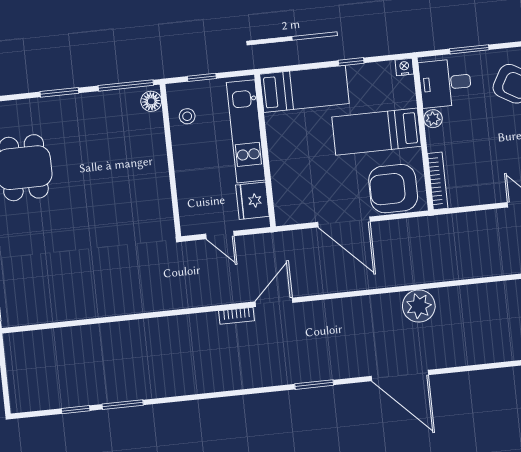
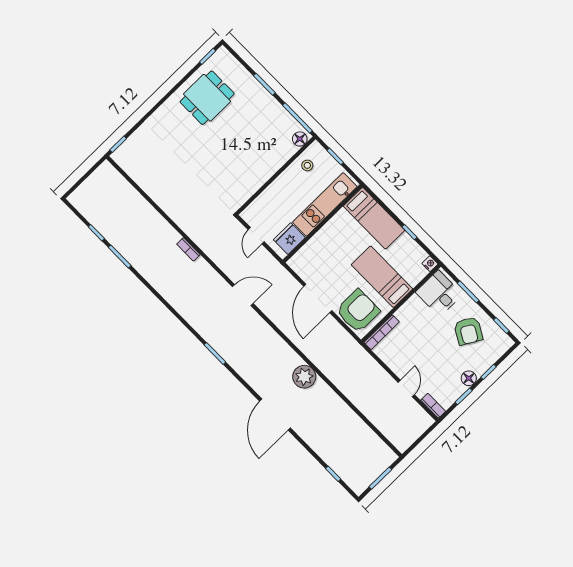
plant: (433, 119) -> (414, 302), removed
armchair: (393, 189) -> (358, 311), turned 90
bookcase: (237, 316) -> (188, 249), moved
door: (400, 376) -> (275, 415), moved

